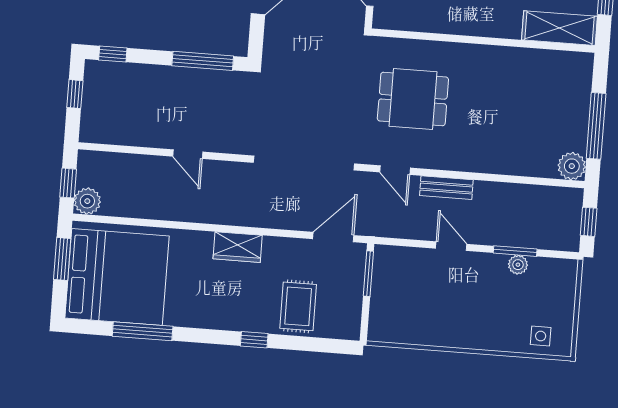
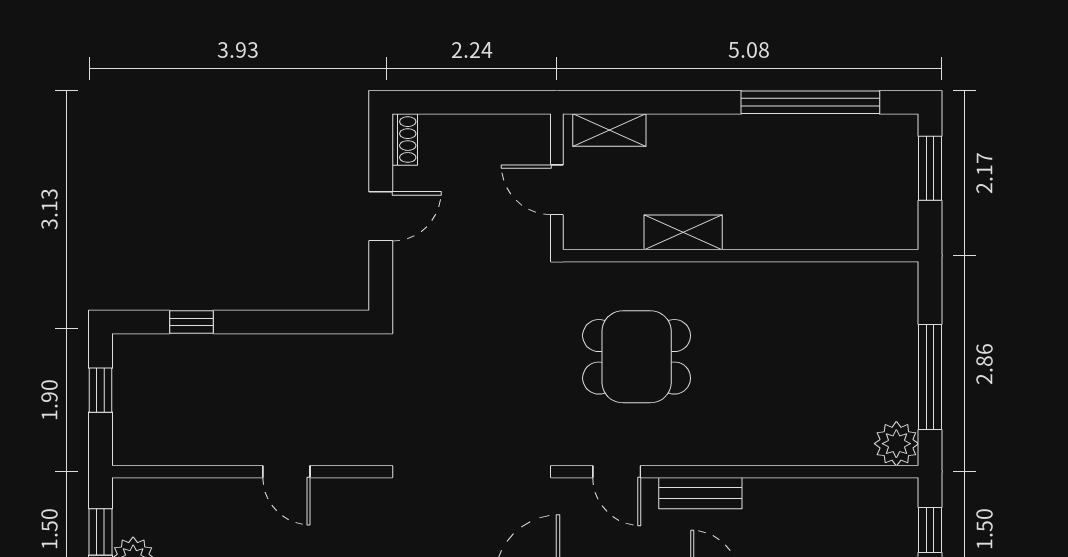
shelving: (559, 28) -> (683, 232), moved, width x0.67, depth x0.75
window: (113, 54) -> (192, 322), moved
window: (203, 61) -> (299, 322), removed

